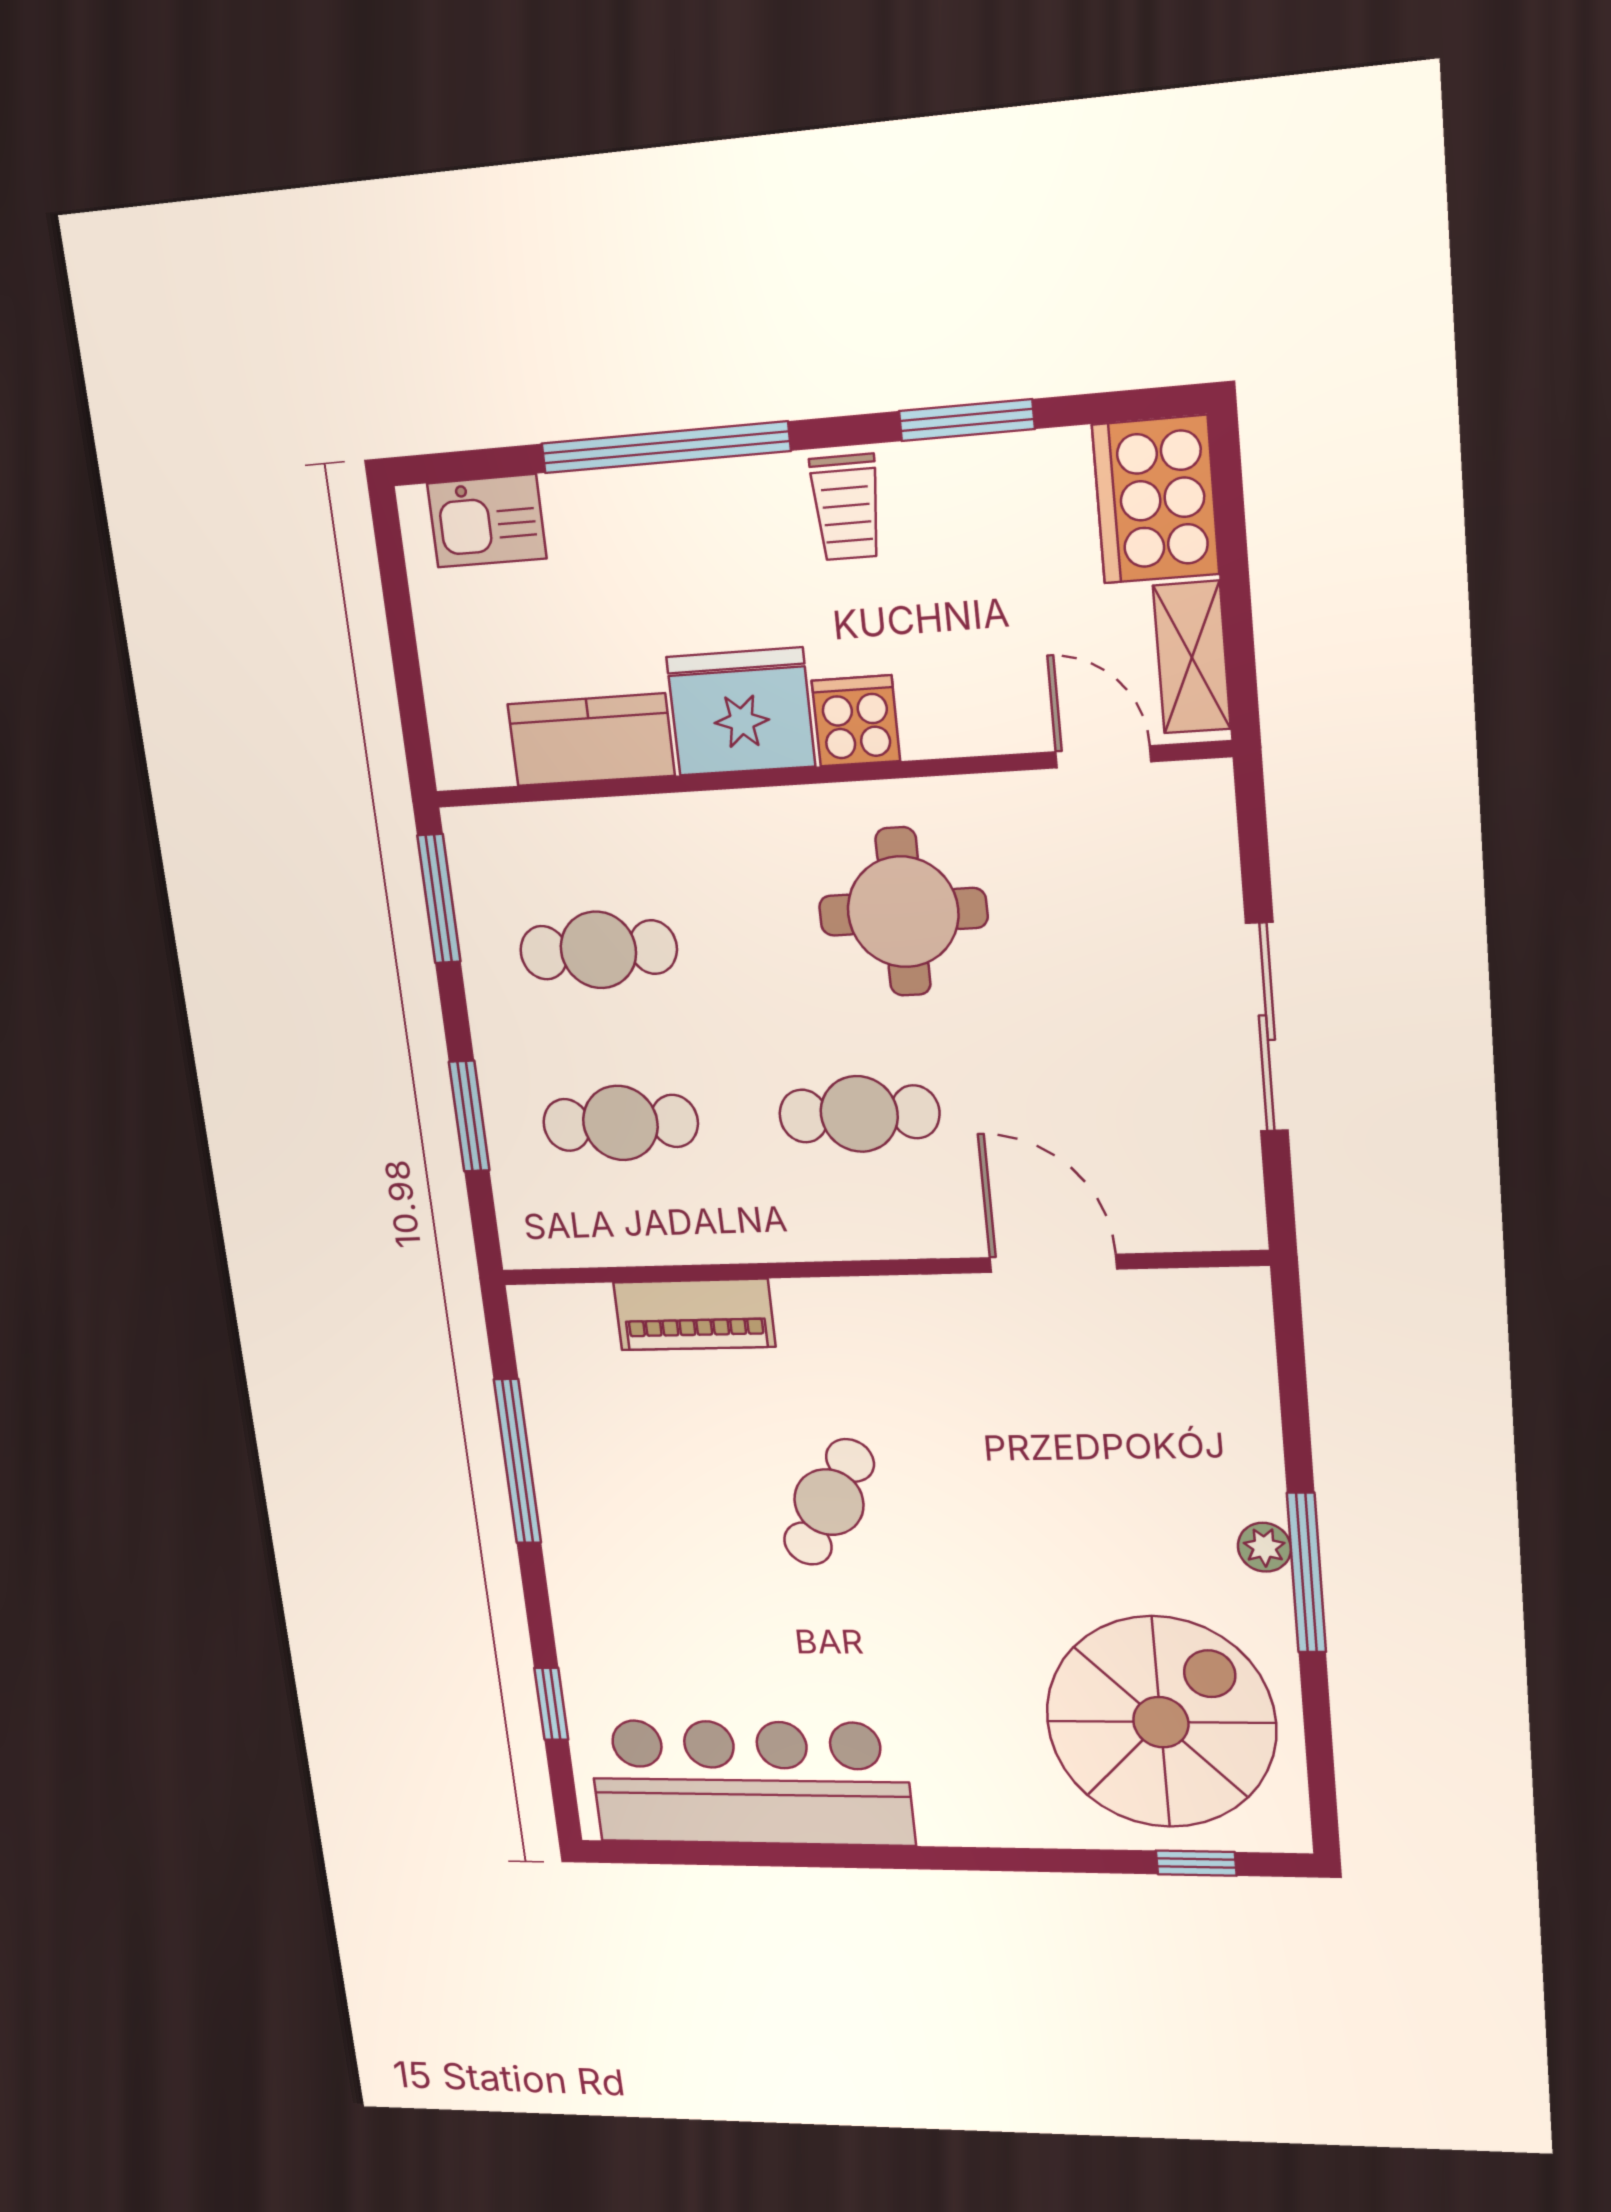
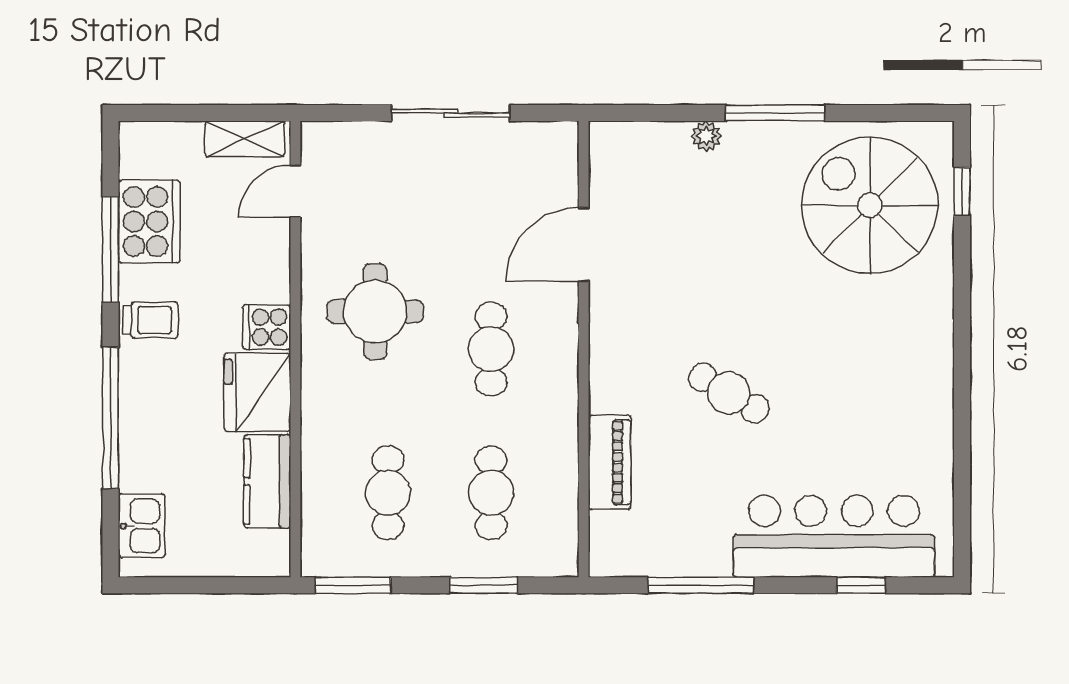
window: (967, 420) -> (111, 249), width x1.44
cooker: (1156, 500) -> (149, 222), moved, turned -90
plant: (1264, 1547) -> (706, 136), moved
bar counter: (750, 1783) -> (834, 536), moved, turned 90

